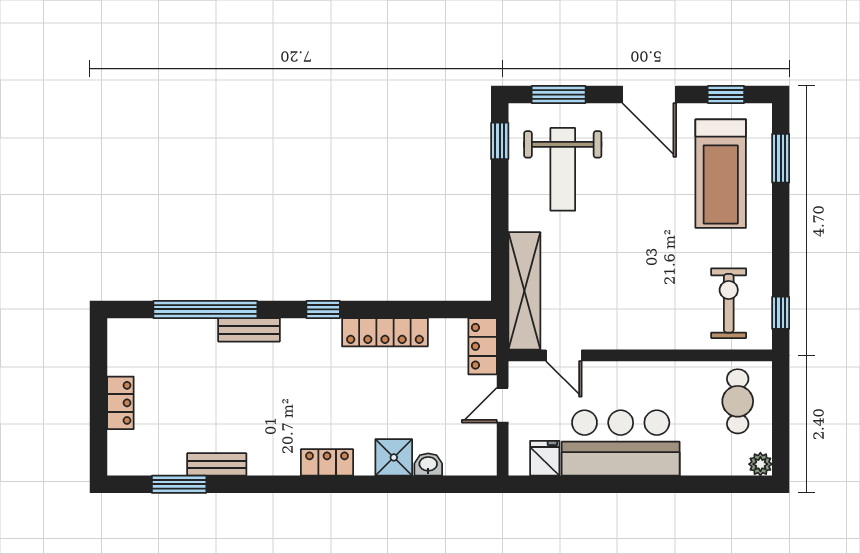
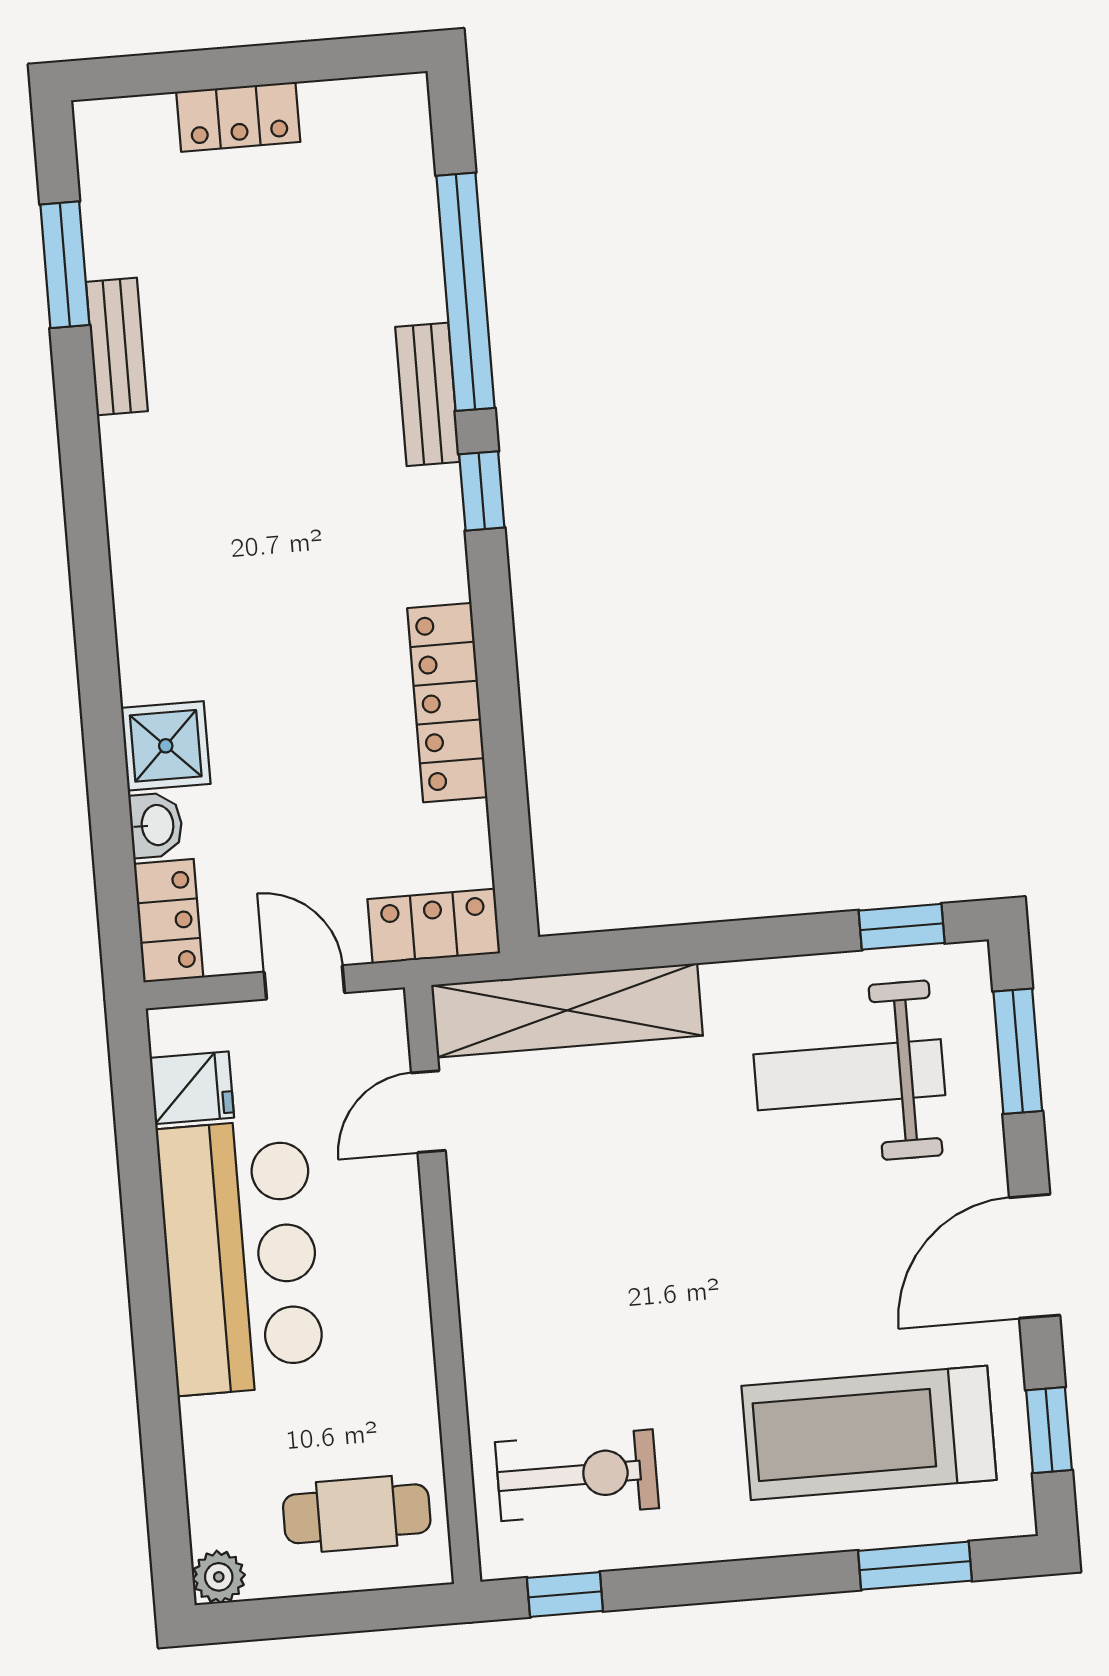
window: (323, 309) -> (482, 491), moved
locker: (327, 462) -> (169, 921), moved

